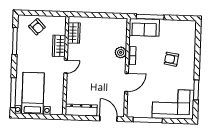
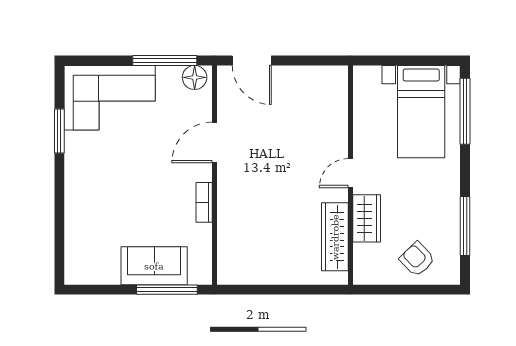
sofa: (144, 27) -> (154, 266), moved
wardrobe: (74, 33) -> (335, 237), width x1.50
plant: (121, 52) -> (230, 208), removed
armchair: (171, 59) -> (117, 197), removed
dresser: (81, 110) -> (313, 78), removed
floor lamp: (134, 112) -> (195, 77), added

